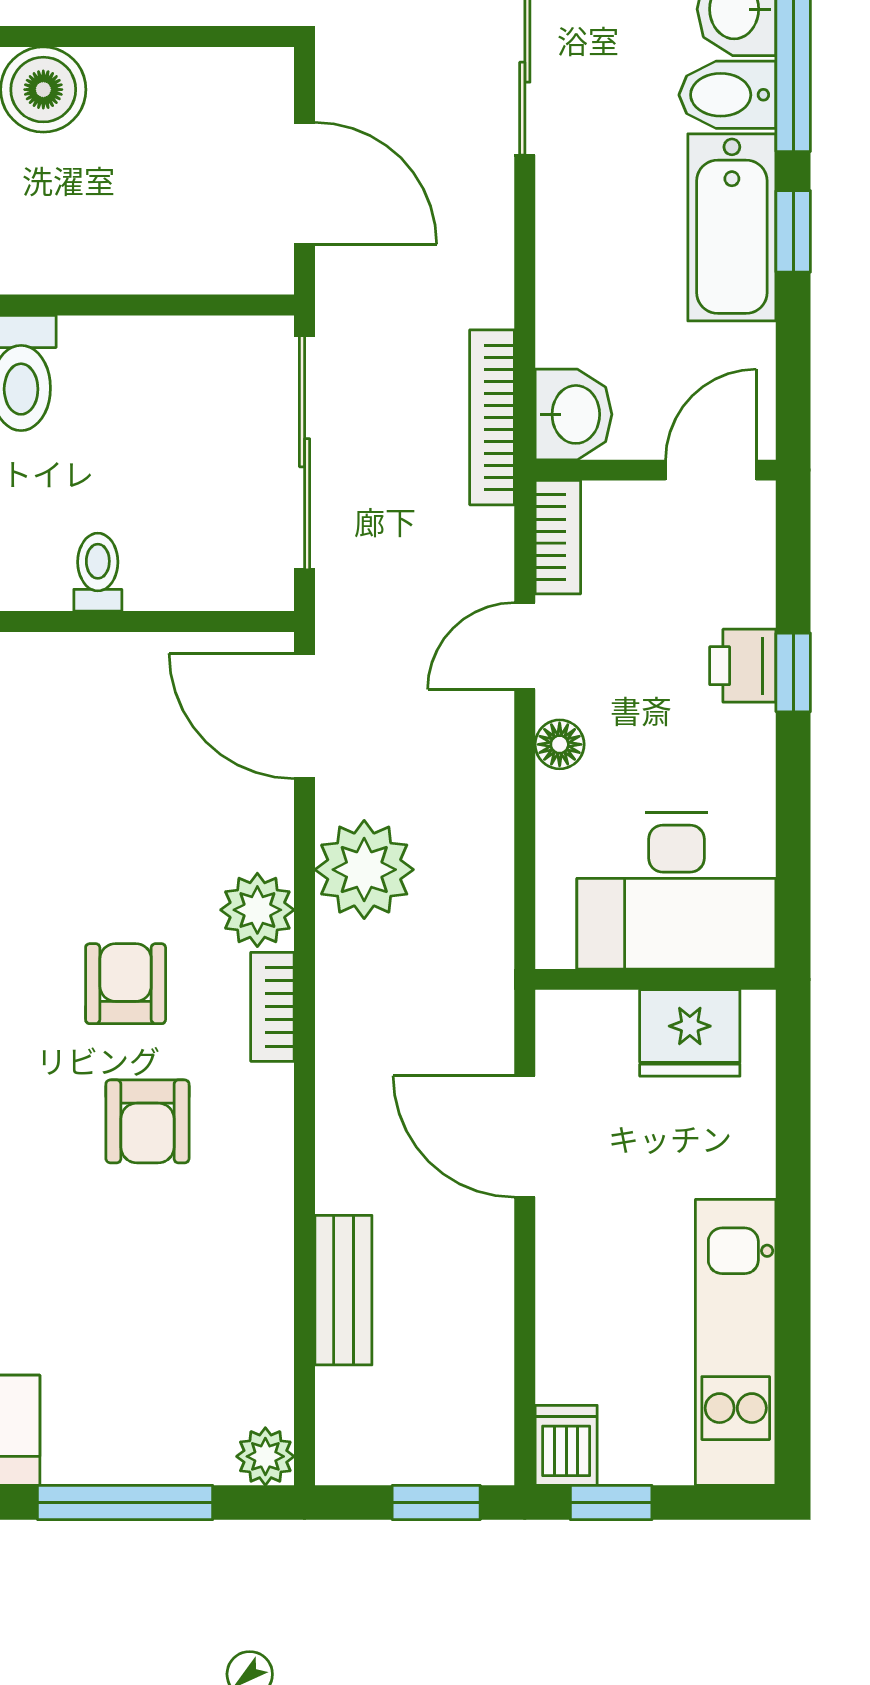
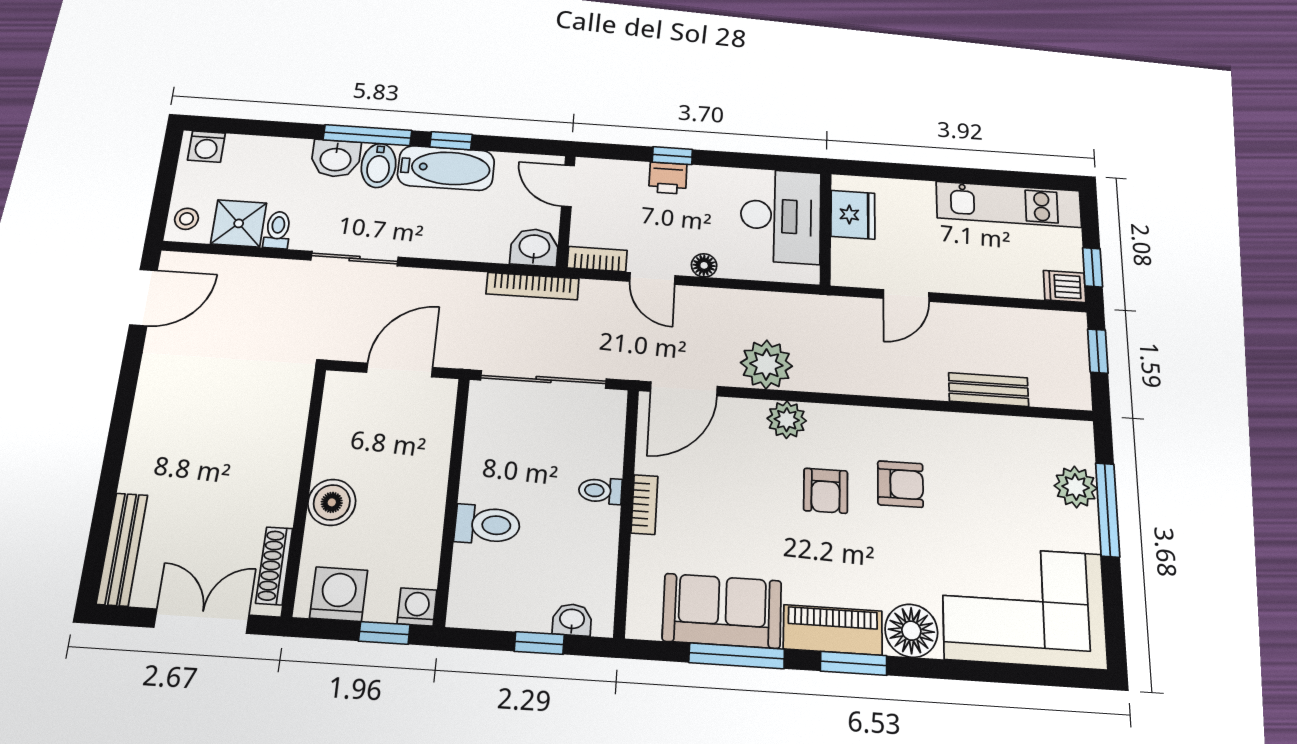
armchair: (126, 984) -> (826, 491), turned -90
bookcase: (272, 1007) -> (644, 505), moved, turned -90
door: (525, 1136) -> (906, 295), width x0.73
plant: (265, 1456) -> (1076, 487), moved, width x1.38, depth x1.38

